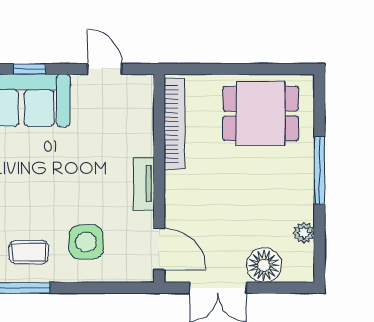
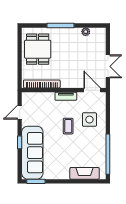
door: (159, 249) -> (92, 90), hinge flipped
coffee table: (29, 252) -> (68, 126), moved
floor lamp: (264, 265) -> (99, 48), removed

